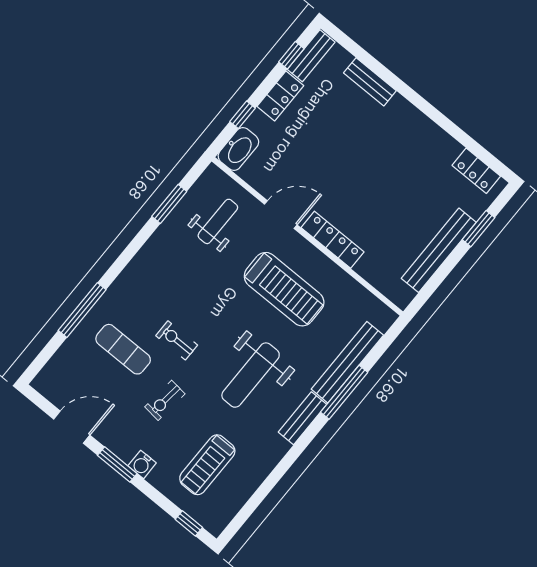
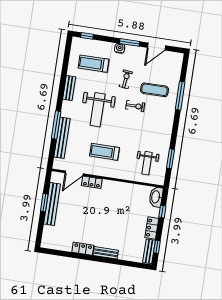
bench: (370, 82) -> (106, 253), moved
locker: (476, 171) -> (83, 249), moved
door: (281, 215) -> (74, 173), moved
window: (479, 229) -> (44, 203), moved
locker: (333, 240) -> (92, 182), width x0.66
treadmill: (284, 289) -> (105, 152), width x0.73, depth x0.73
weight bench: (251, 375) -> (98, 110), turned 180
bench: (303, 418) -> (69, 88), moved
treadmill: (207, 465) -> (94, 64), turned -90

